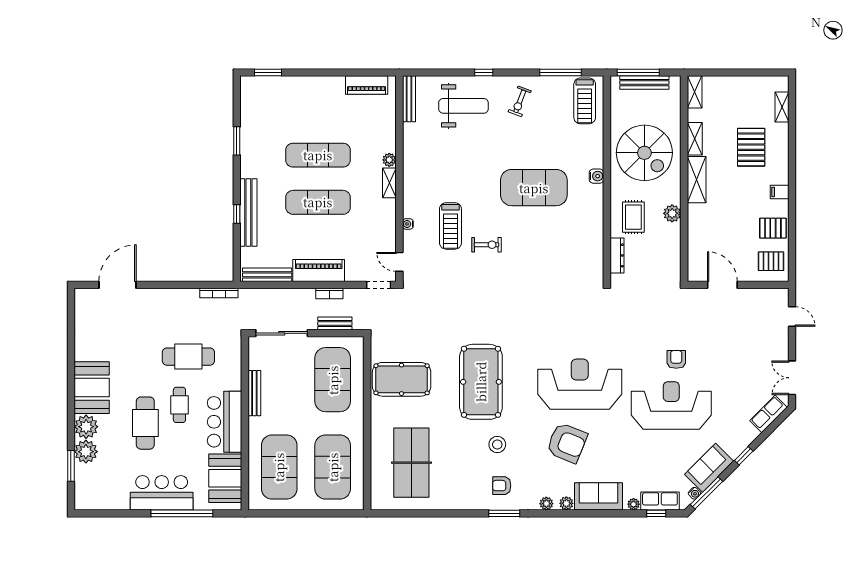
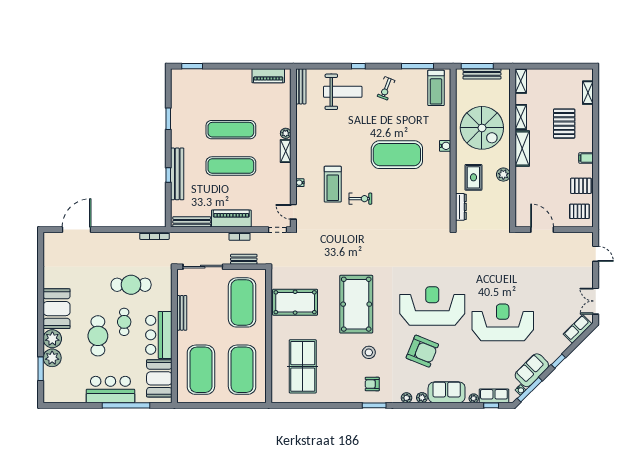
armchair: (676, 359) -> (506, 287), removed

